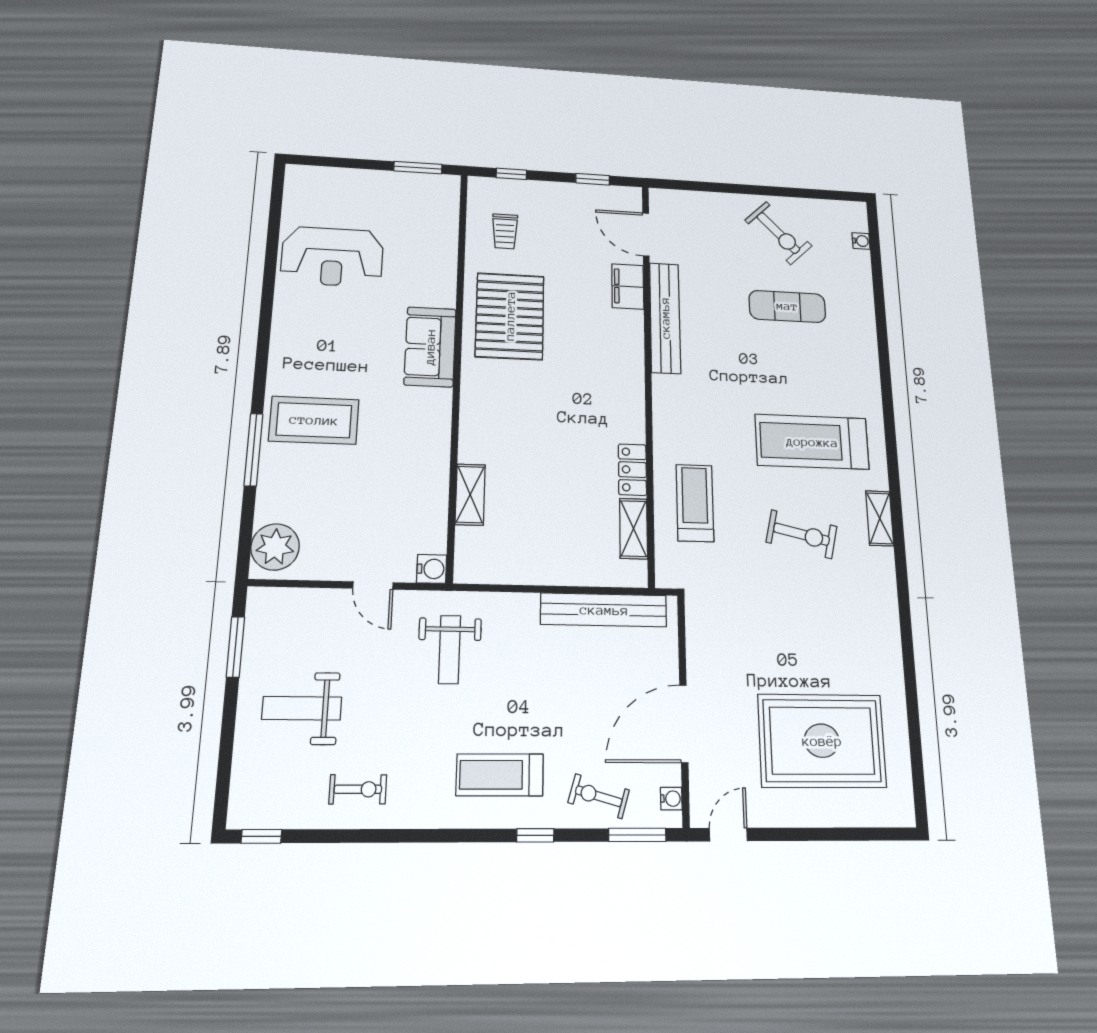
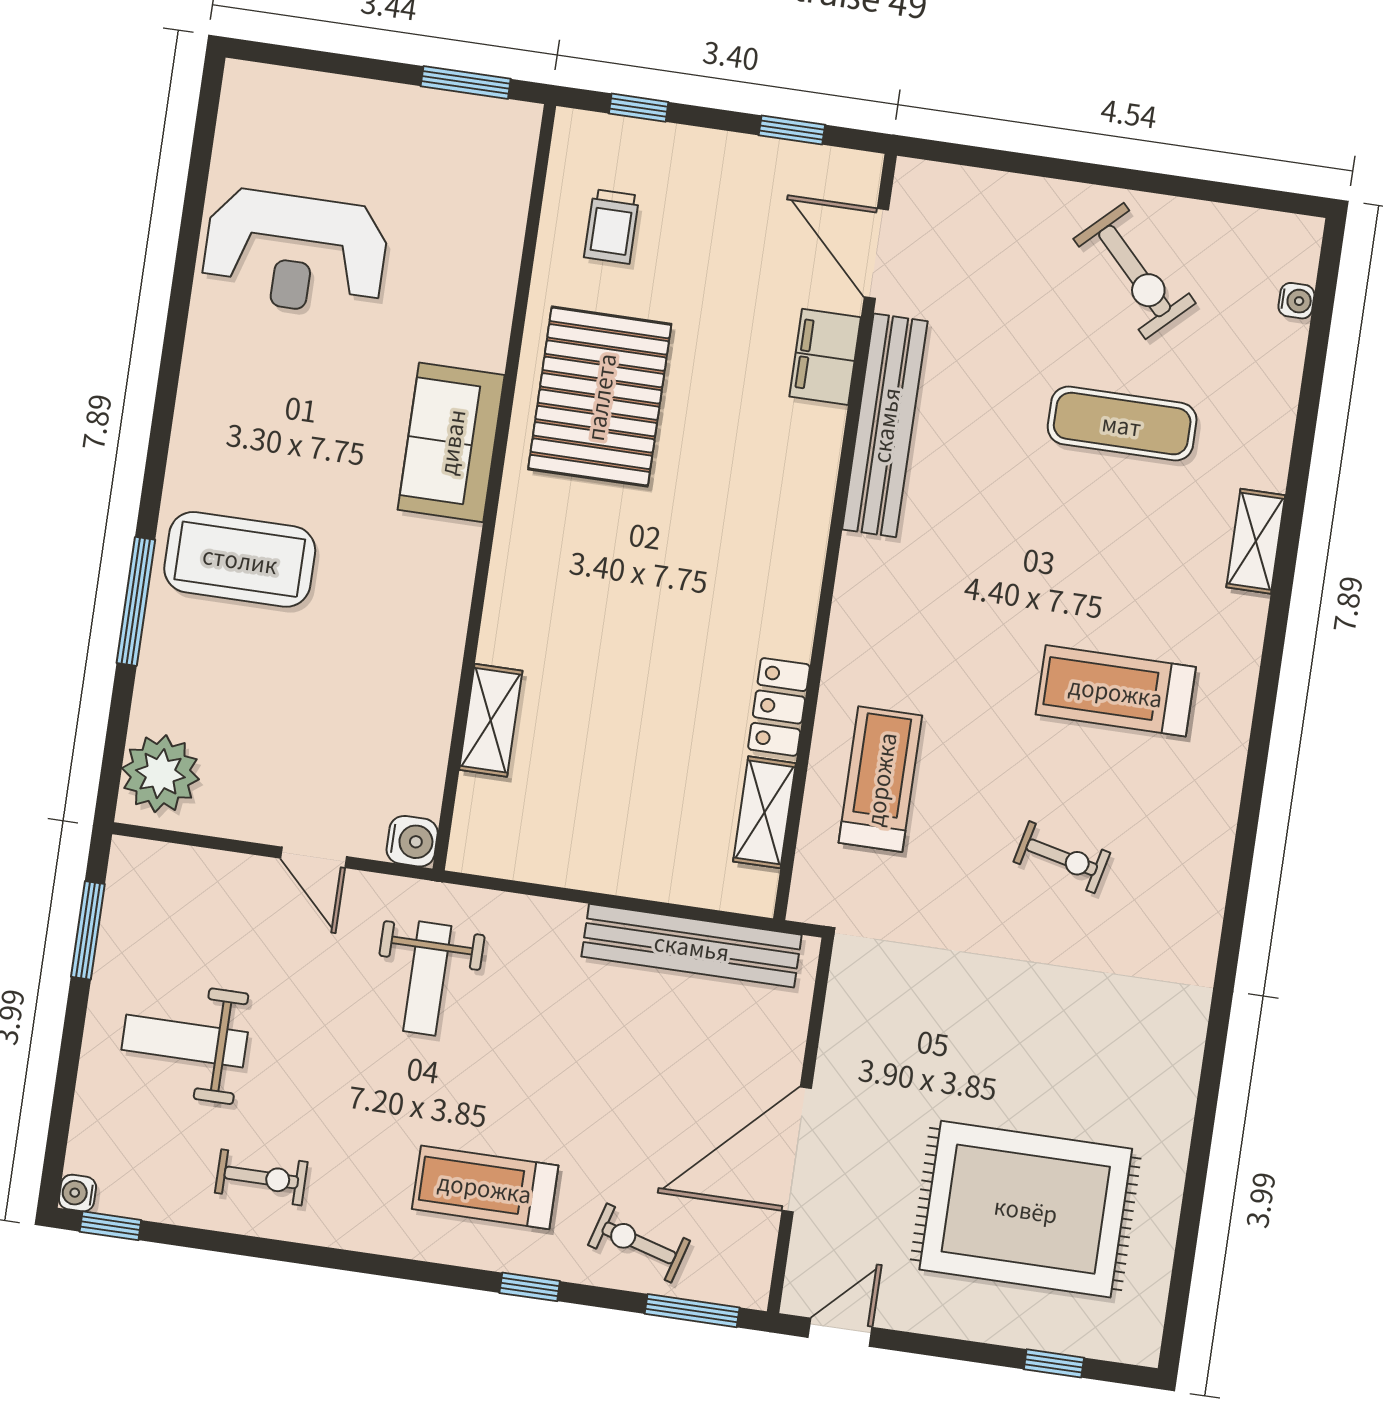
treadmill: (812, 442) -> (1116, 691), width x0.73, depth x0.73
shelving: (880, 518) -> (1256, 541), moved
exercise bike: (802, 534) -> (1062, 857), width x0.73, depth x0.72
water cooler: (671, 799) -> (77, 1193), moved, turned 180
window: (857, 834) -> (1054, 1363), added

